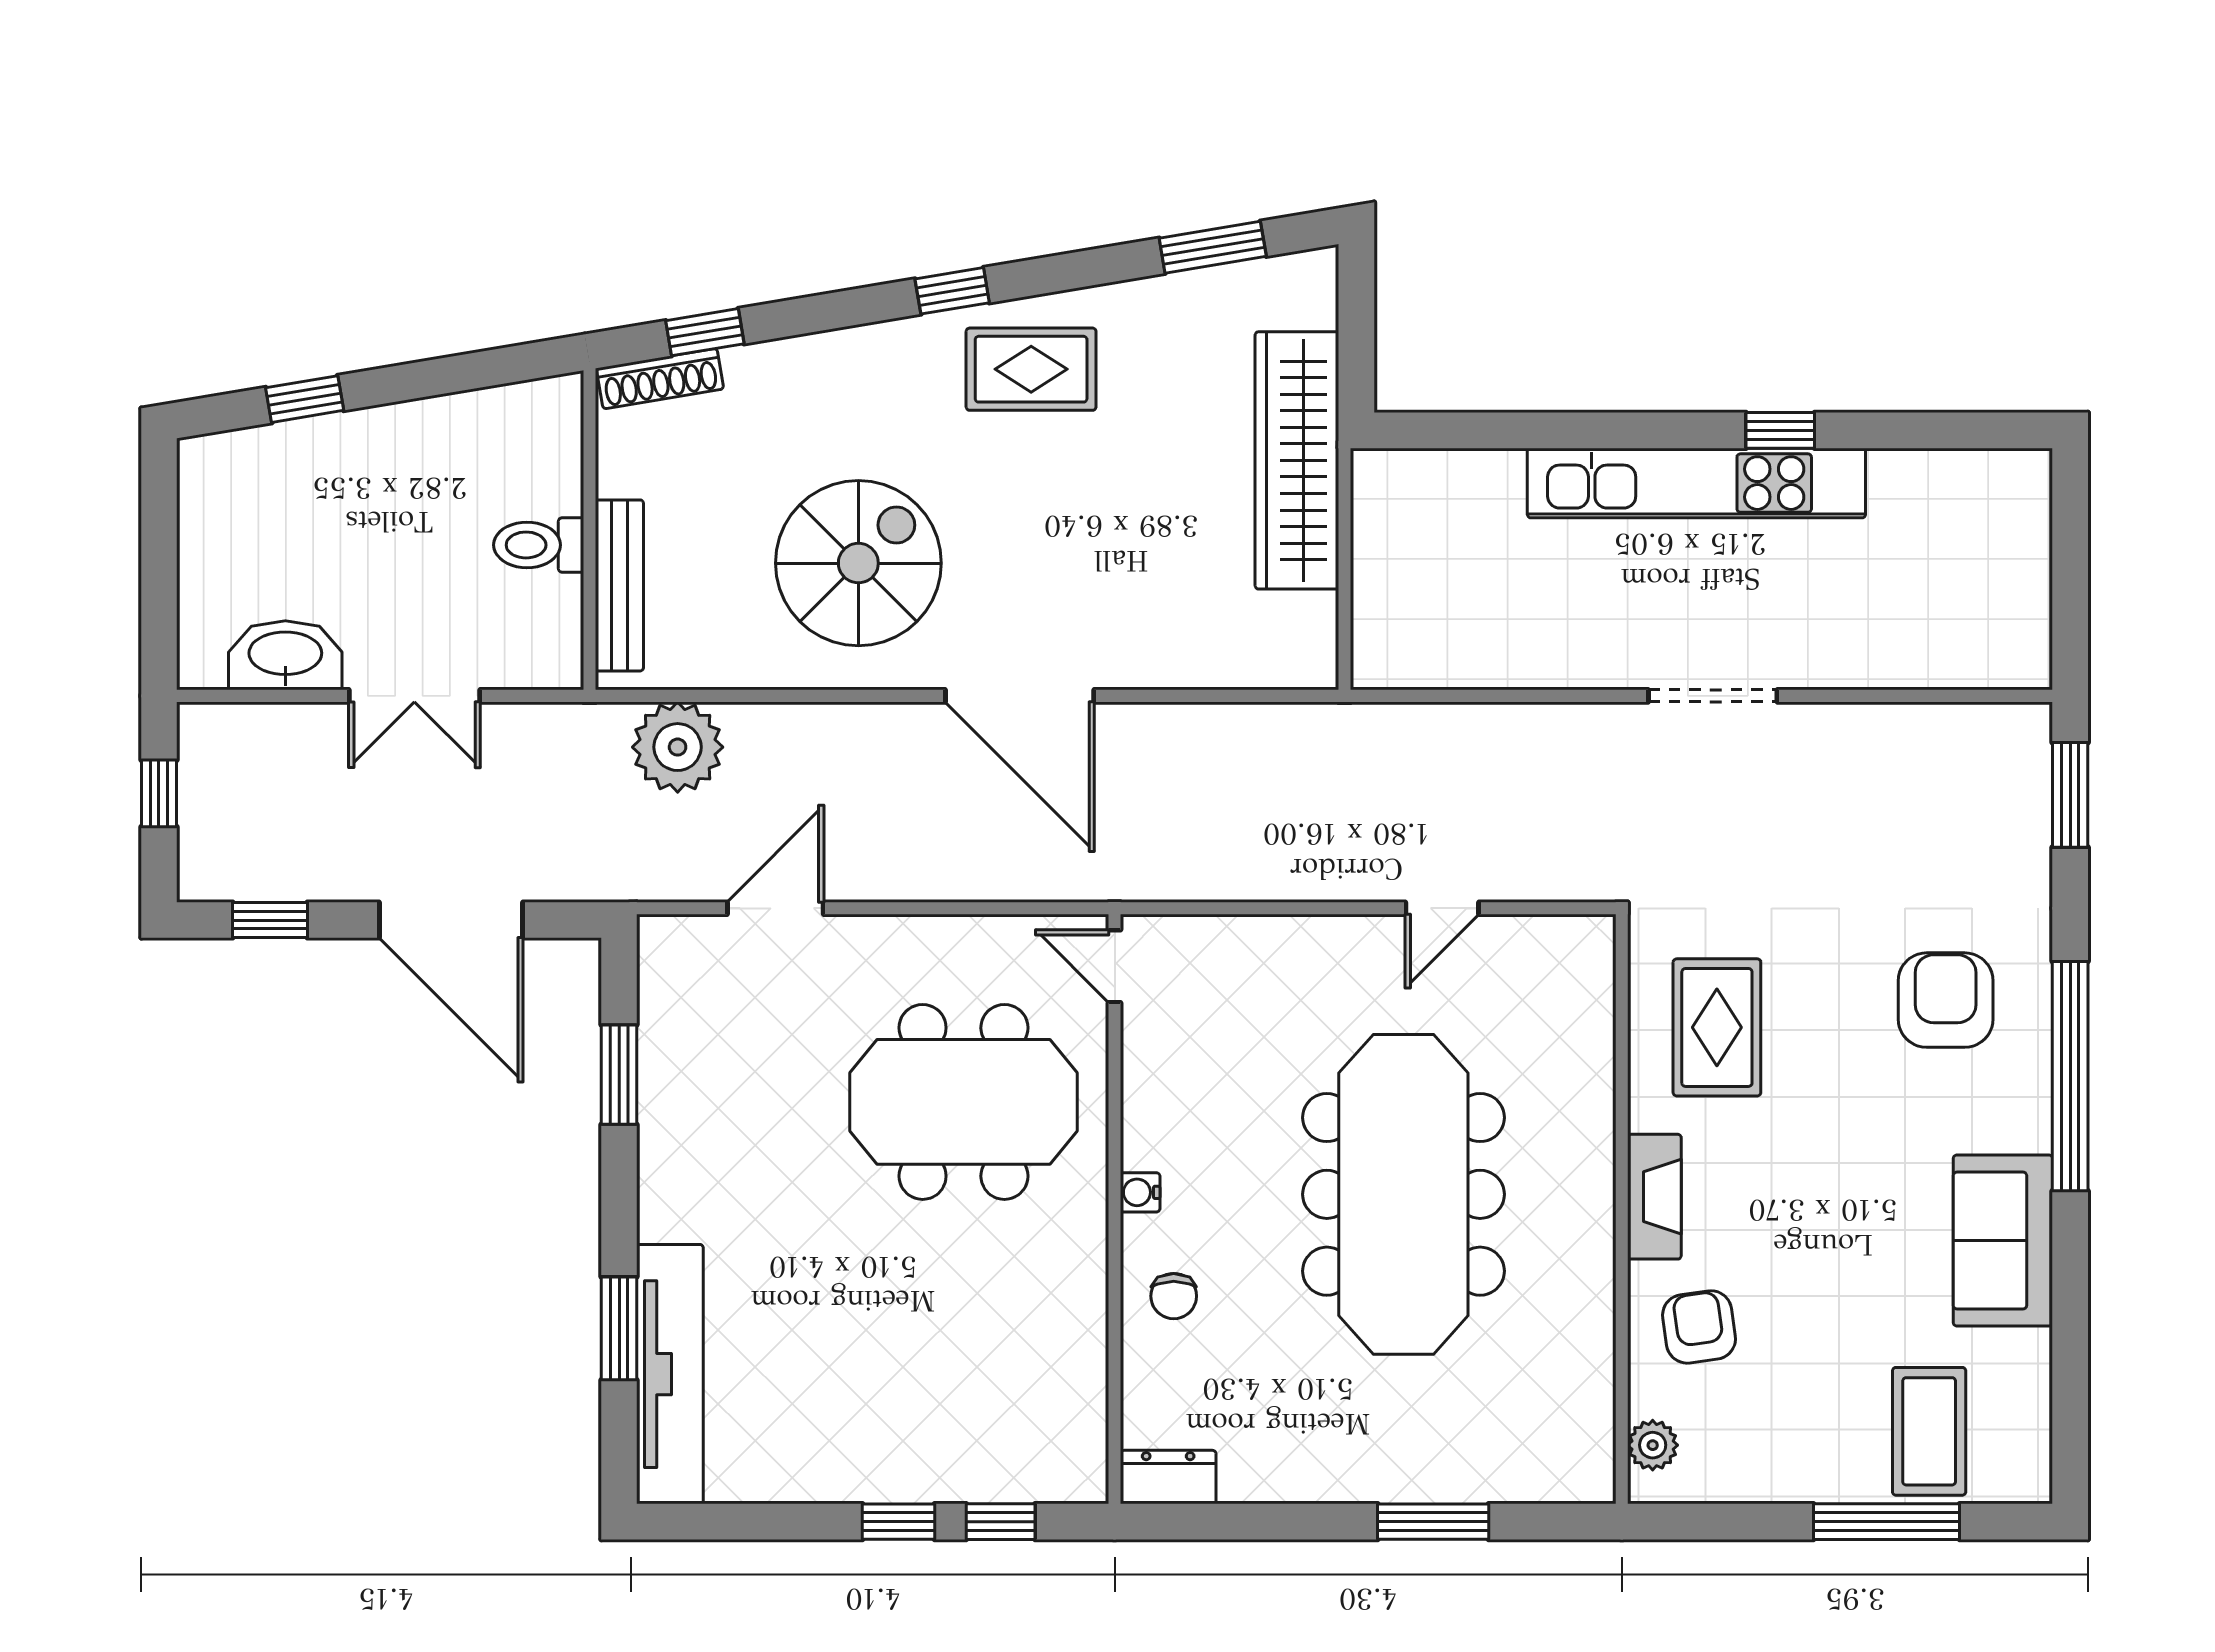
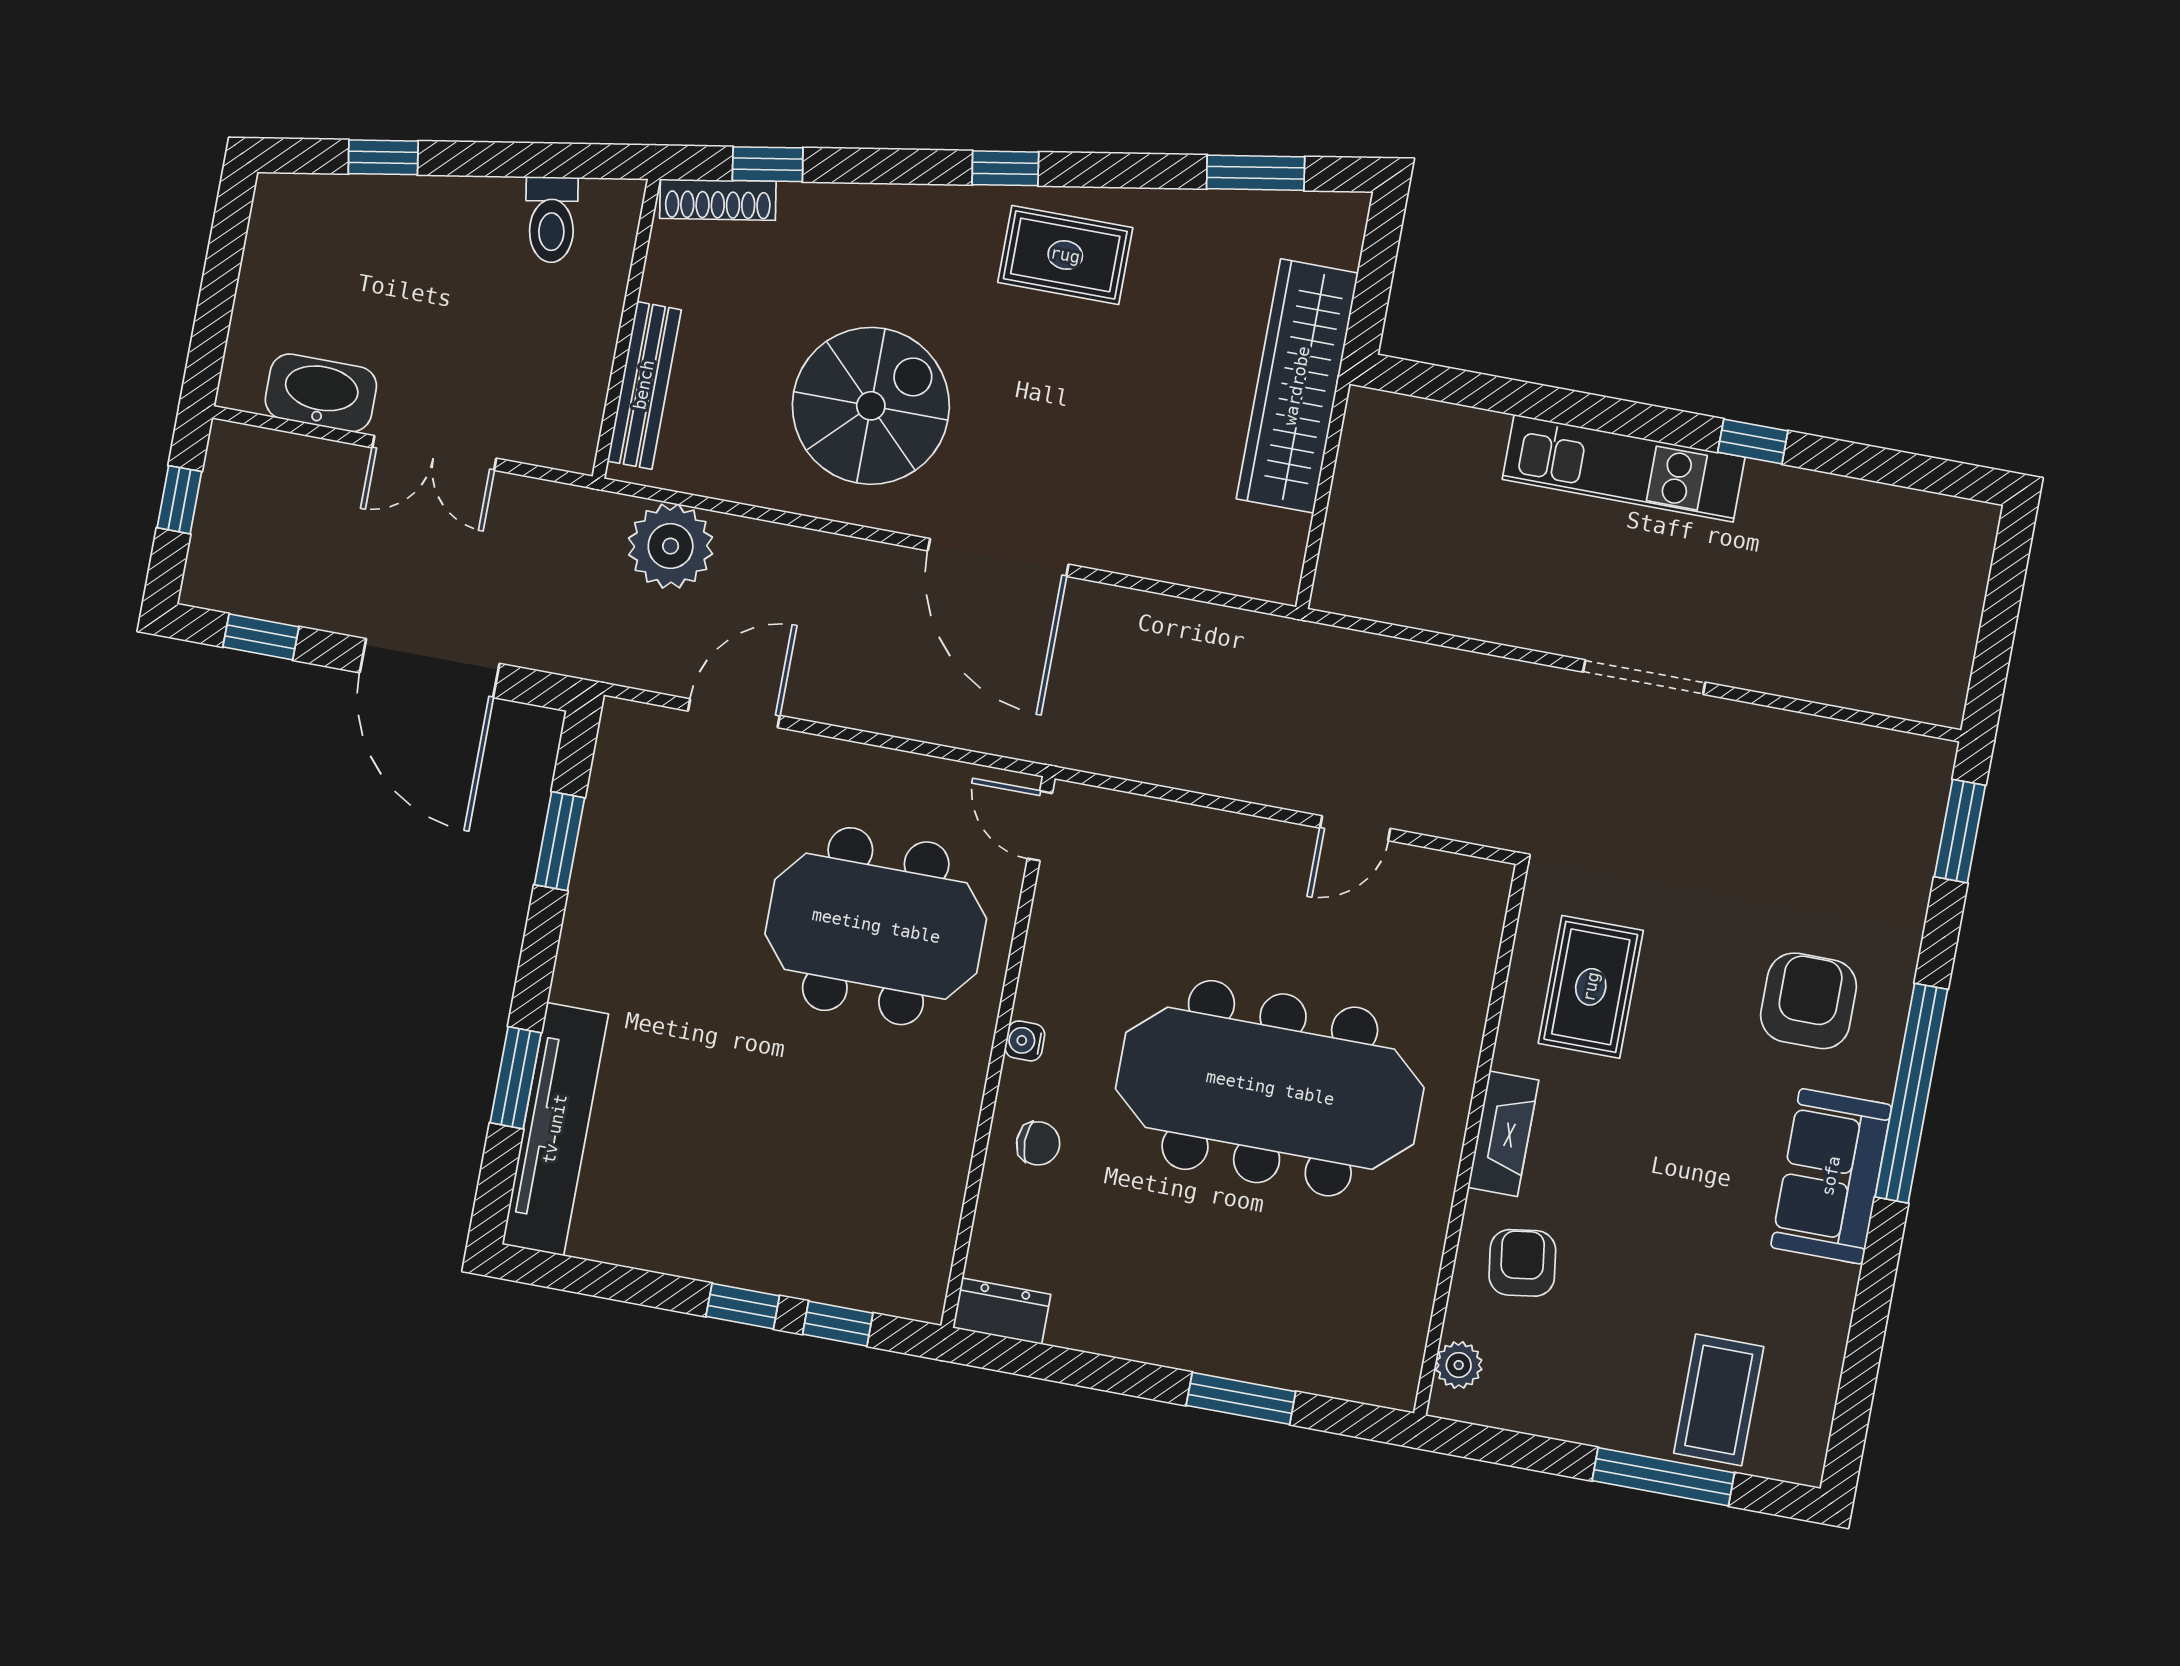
kitchen unit: (1696, 483) -> (1624, 468), width x0.73
toilet: (539, 545) -> (552, 220), moved, turned -99
meeting table: (1403, 1194) -> (1270, 1088), turned 90
sofa: (2003, 1241) -> (1831, 1176), moved
chair: (1174, 1296) -> (1038, 1143), turned -90

